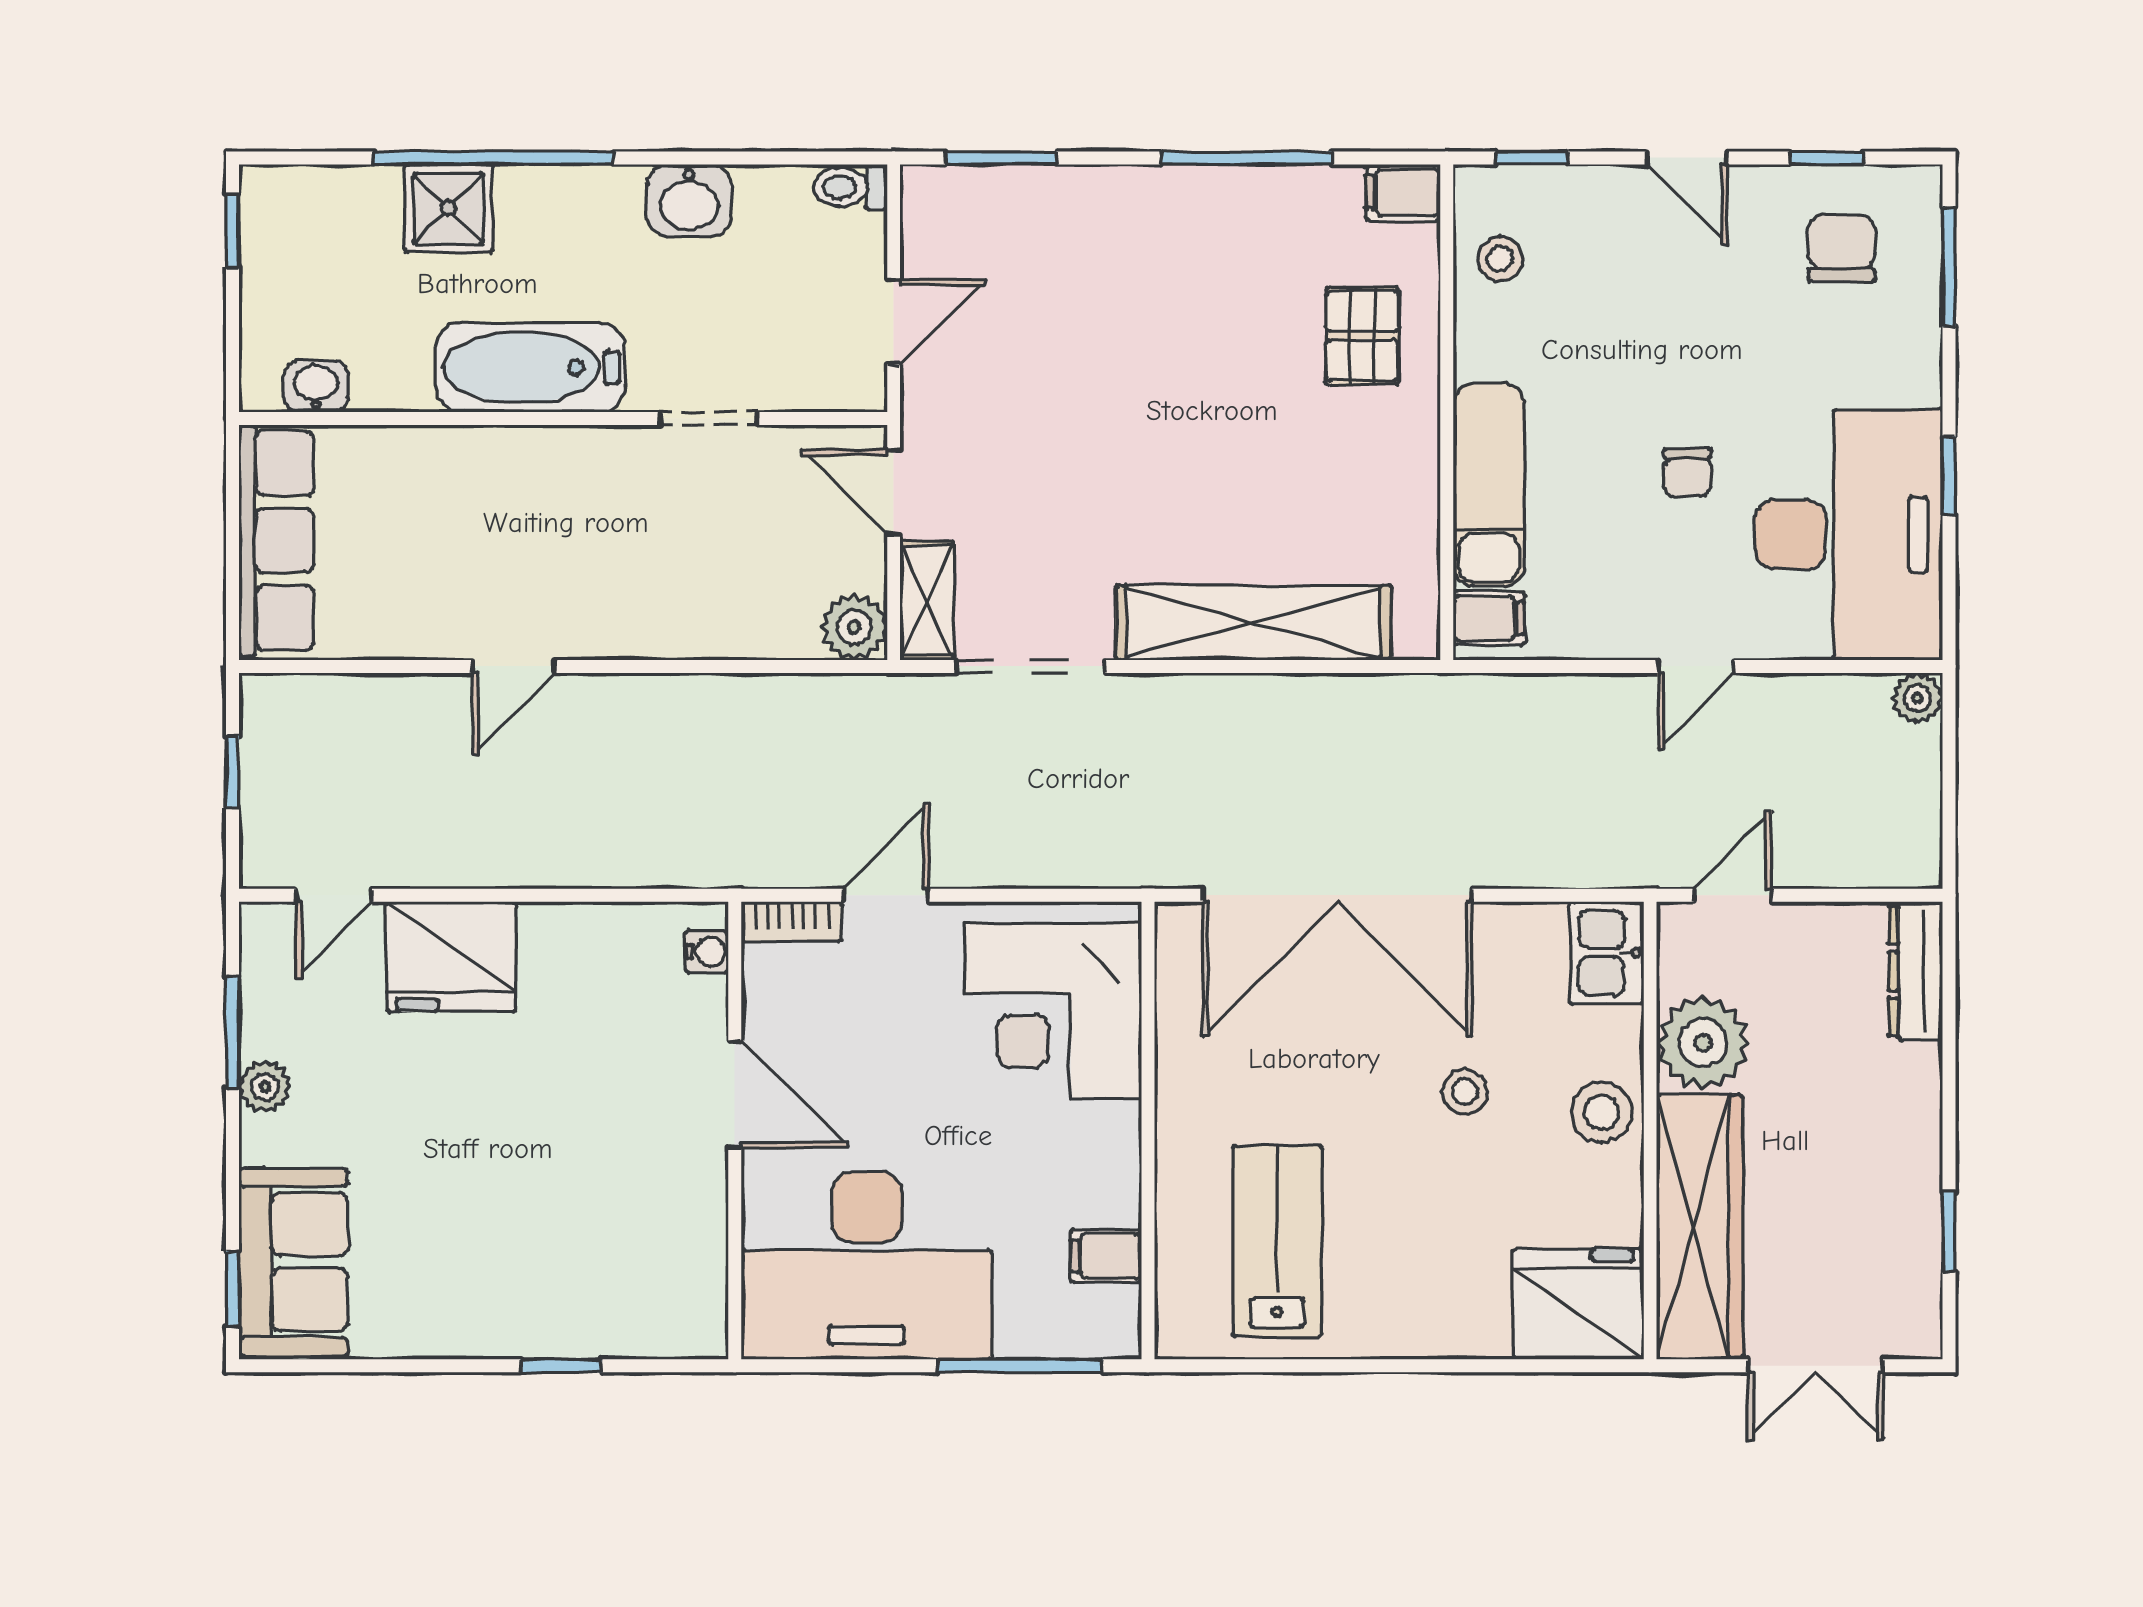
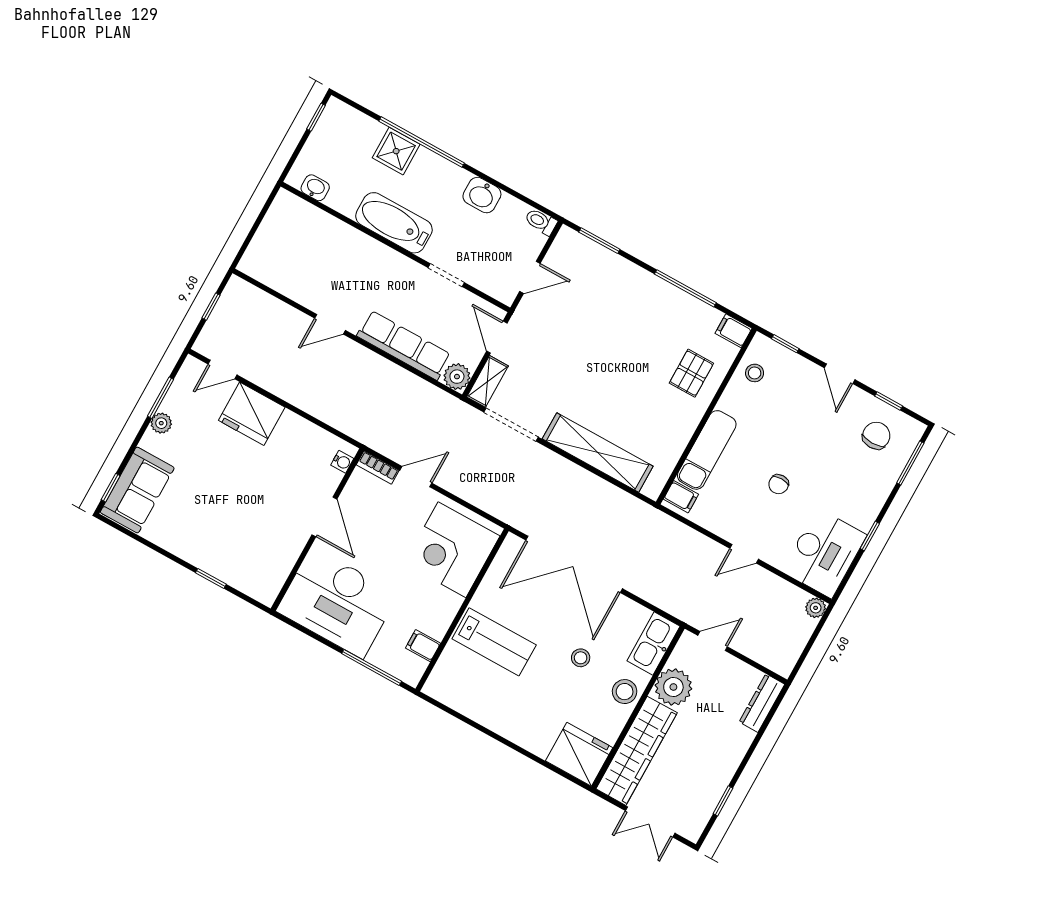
desk: (1849, 534) -> (824, 553), width x0.73, depth x0.77
row of seats: (276, 541) -> (404, 345), moved, turned -90
kitchen sink: (1607, 953) -> (654, 643), width x1.38
lab bench: (1277, 1241) -> (494, 642), moved, turned 90

